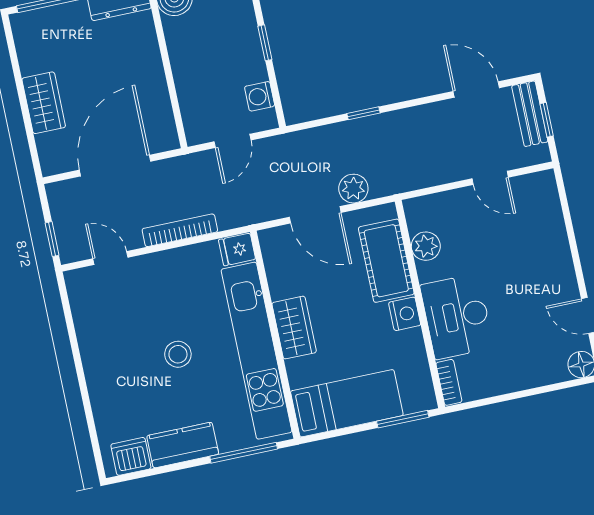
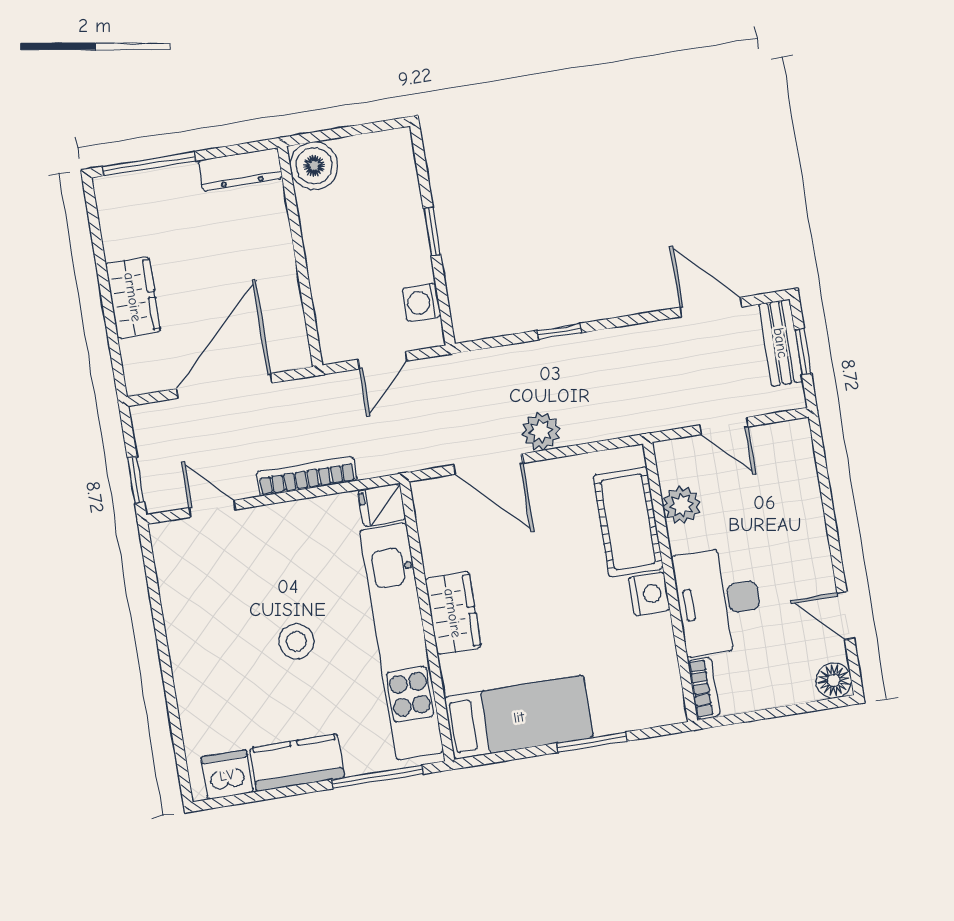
plant: (426, 246) -> (682, 505), moved
cot: (386, 261) -> (628, 522), moved
wall: (420, 304) -> (670, 582), moved
nightstand: (405, 314) -> (649, 594), moved
desk: (457, 316) -> (719, 601), moved
bookcase: (449, 382) -> (704, 688), moved

